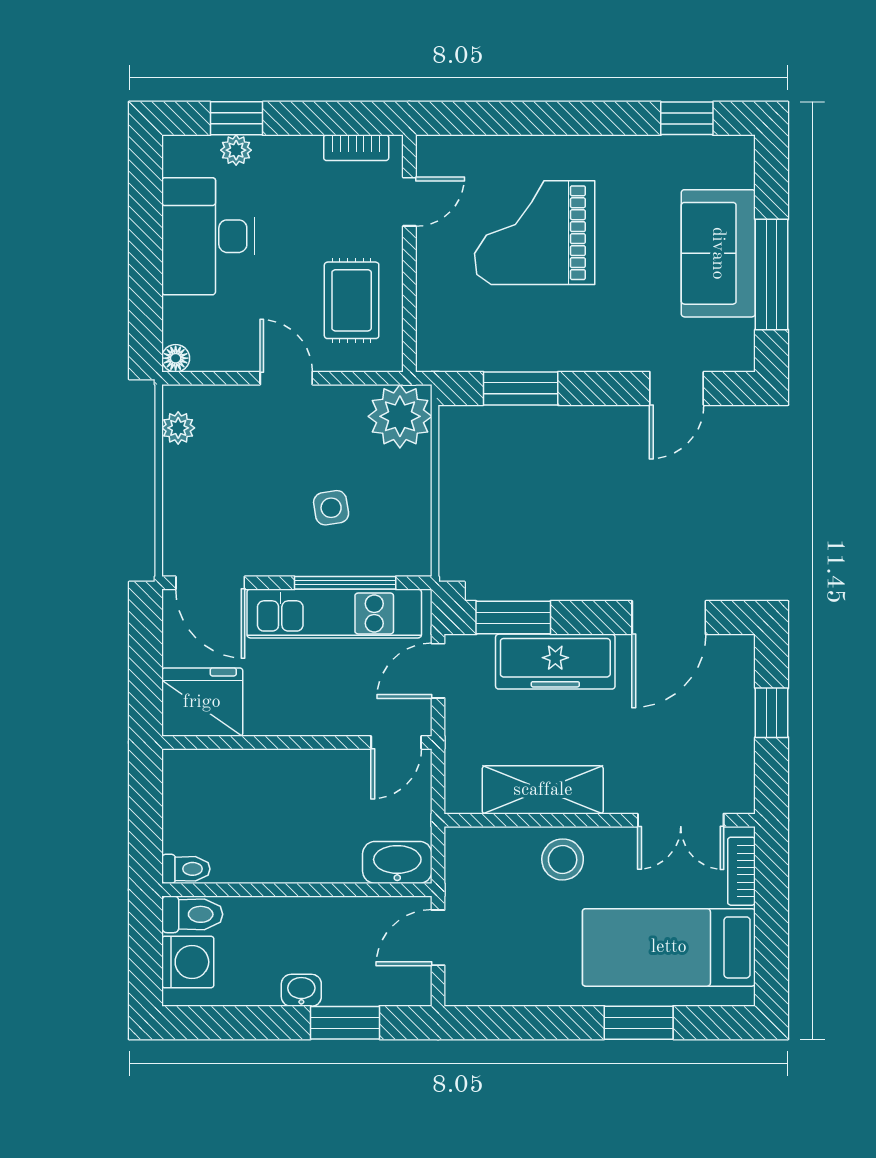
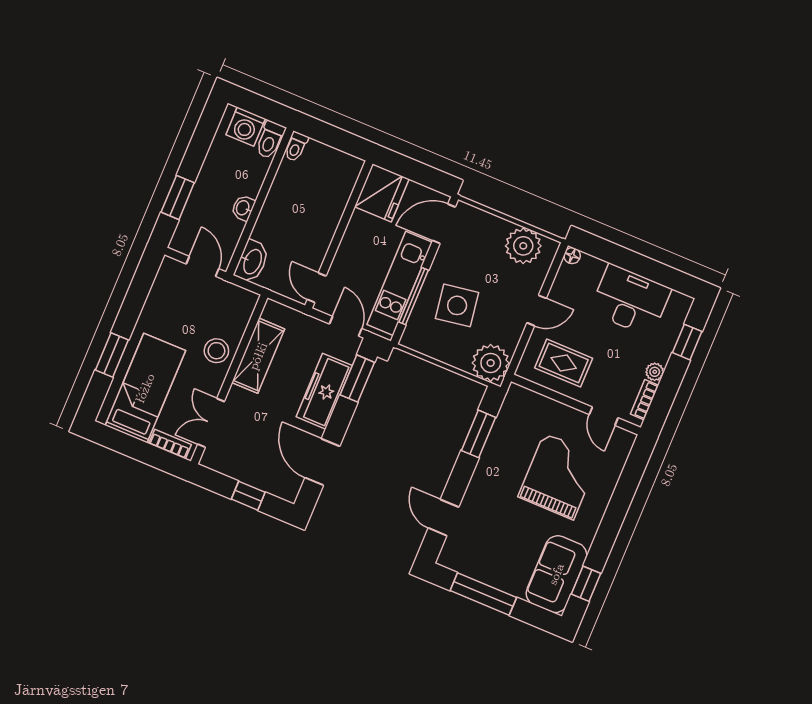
plant: (236, 150) -> (655, 372), moved
sofa: (718, 253) -> (556, 574), moved, turned -90
plant: (178, 428) -> (523, 246), width x1.88, depth x1.88
side table: (331, 508) -> (457, 305), width x1.87, depth x1.87
washbasin: (301, 990) -> (243, 208), moved, turned 180

